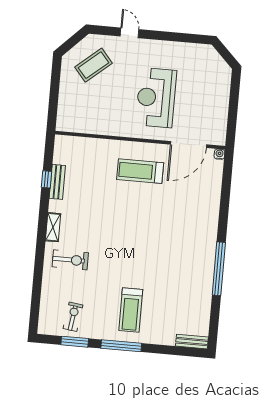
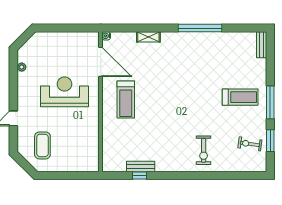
plant: (191, 48) -> (22, 67), added
coffee table: (94, 65) -> (42, 145), turned 40
reception desk: (156, 98) -> (65, 92), turned 180
shelving: (53, 227) -> (148, 37), moved
exercise bike: (70, 260) -> (204, 150), turned 180

